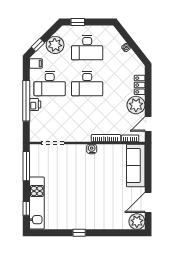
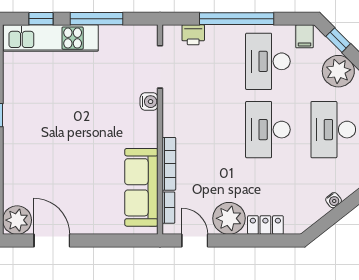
printer: (35, 105) -> (193, 35), moved
water cooler: (92, 149) -> (149, 102), moved
window: (26, 166) -> (96, 19), moved
sofa: (136, 166) -> (141, 187), moved, turned -90

